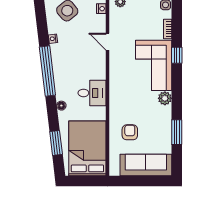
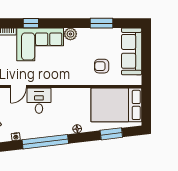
desk: (92, 93) -> (39, 101), moved

